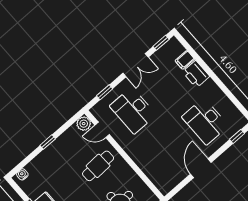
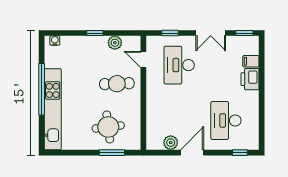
plant: (84, 124) -> (115, 43), moved
plant: (178, 175) -> (171, 143), added

